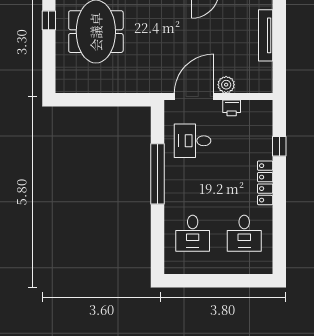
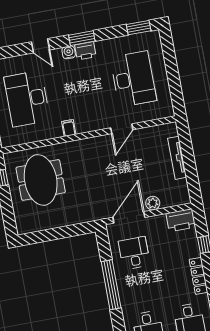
printer: (232, 108) -> (181, 220), moved, width x1.87, depth x1.48
desk: (193, 141) -> (134, 253), turned 90

